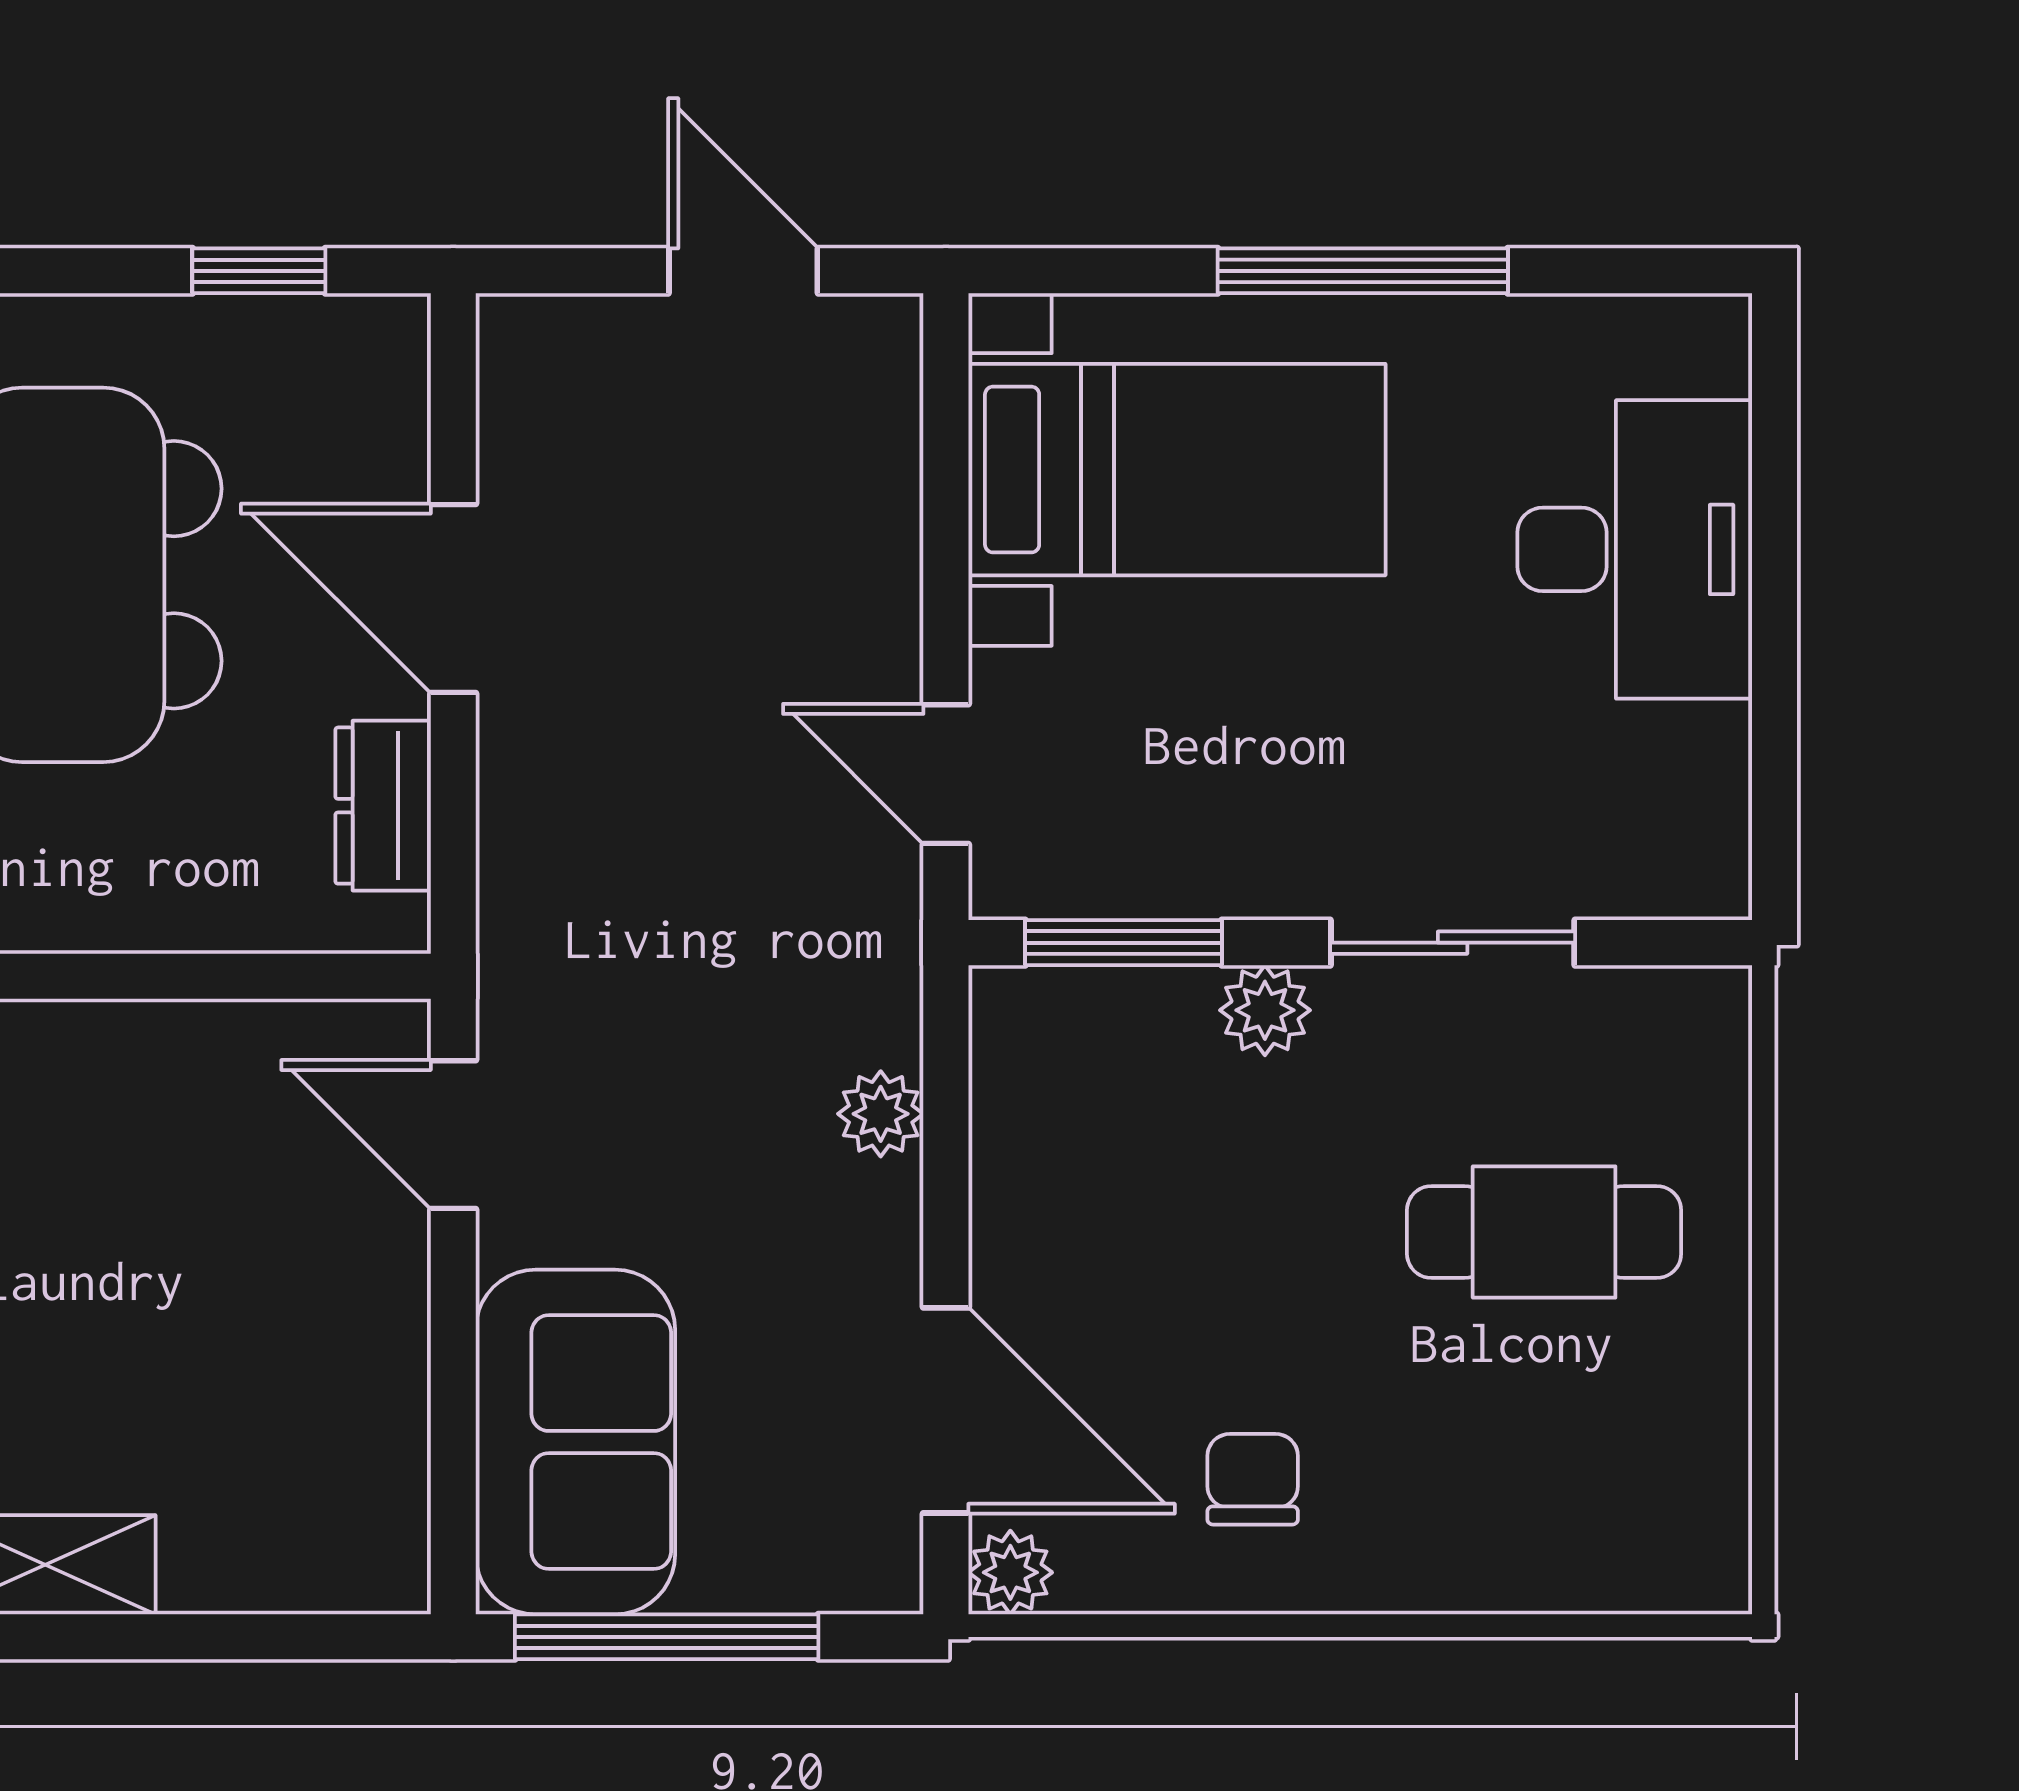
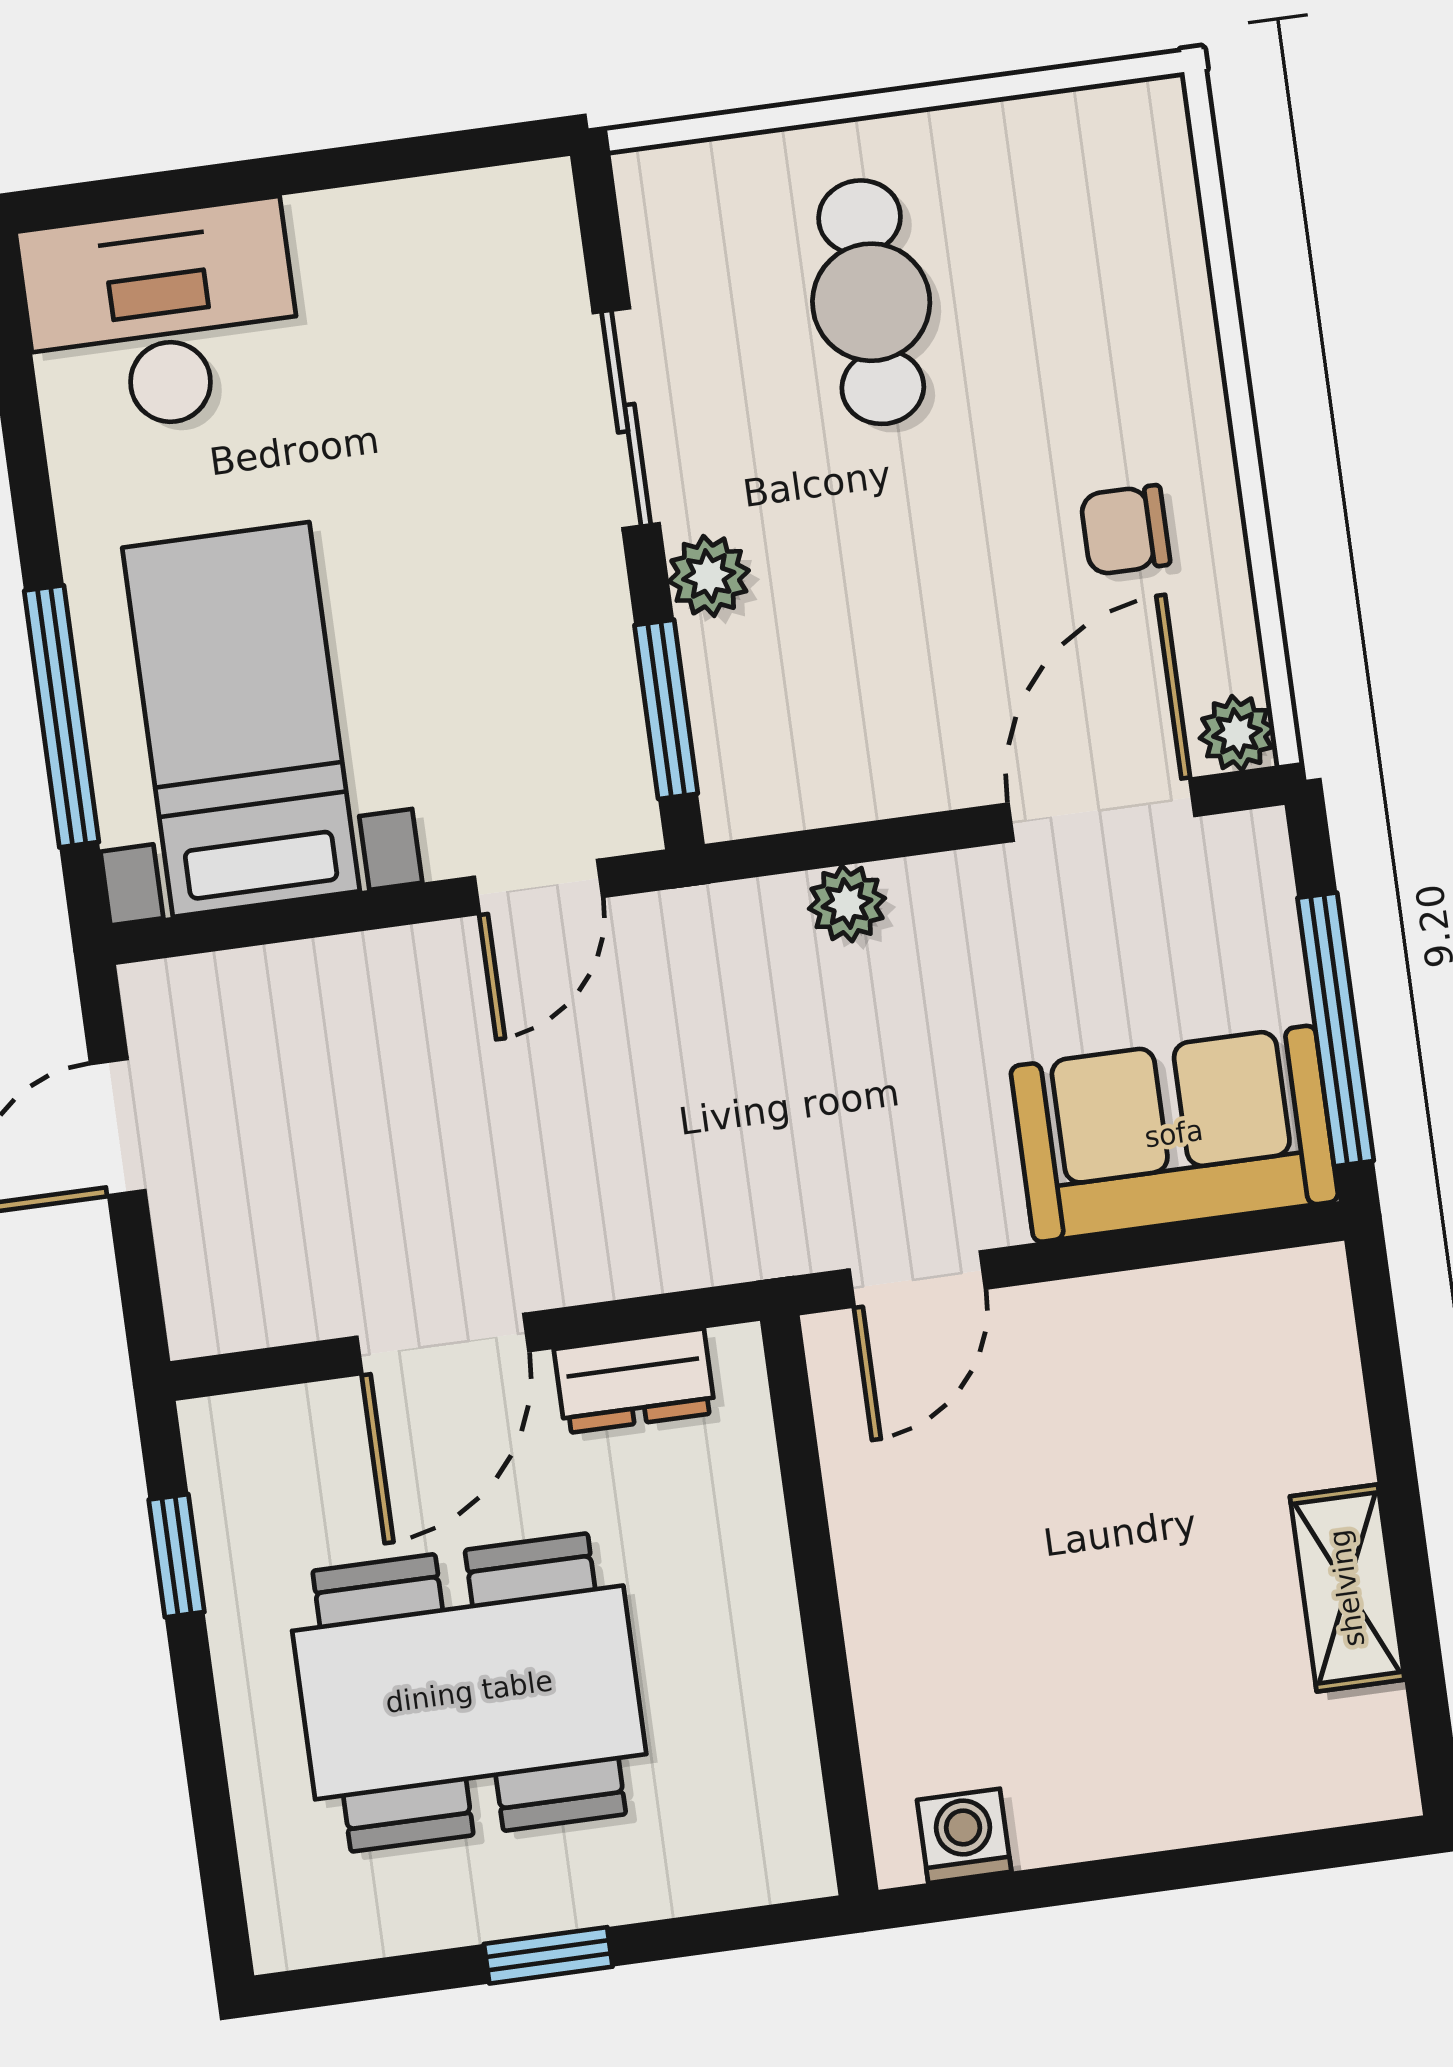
window: (1363, 271) -> (62, 716), moved
desk: (1635, 549) -> (162, 318), moved

